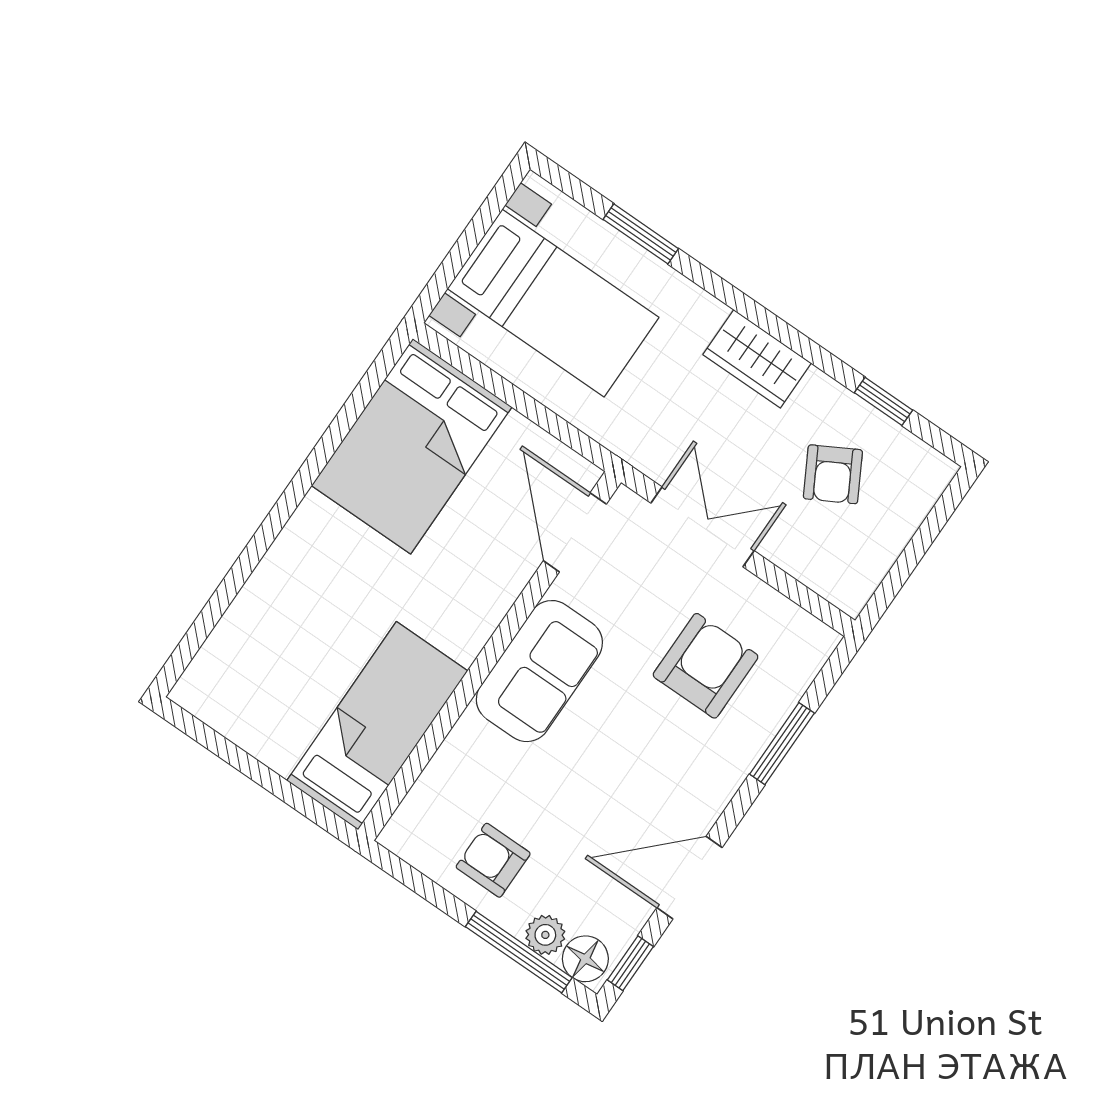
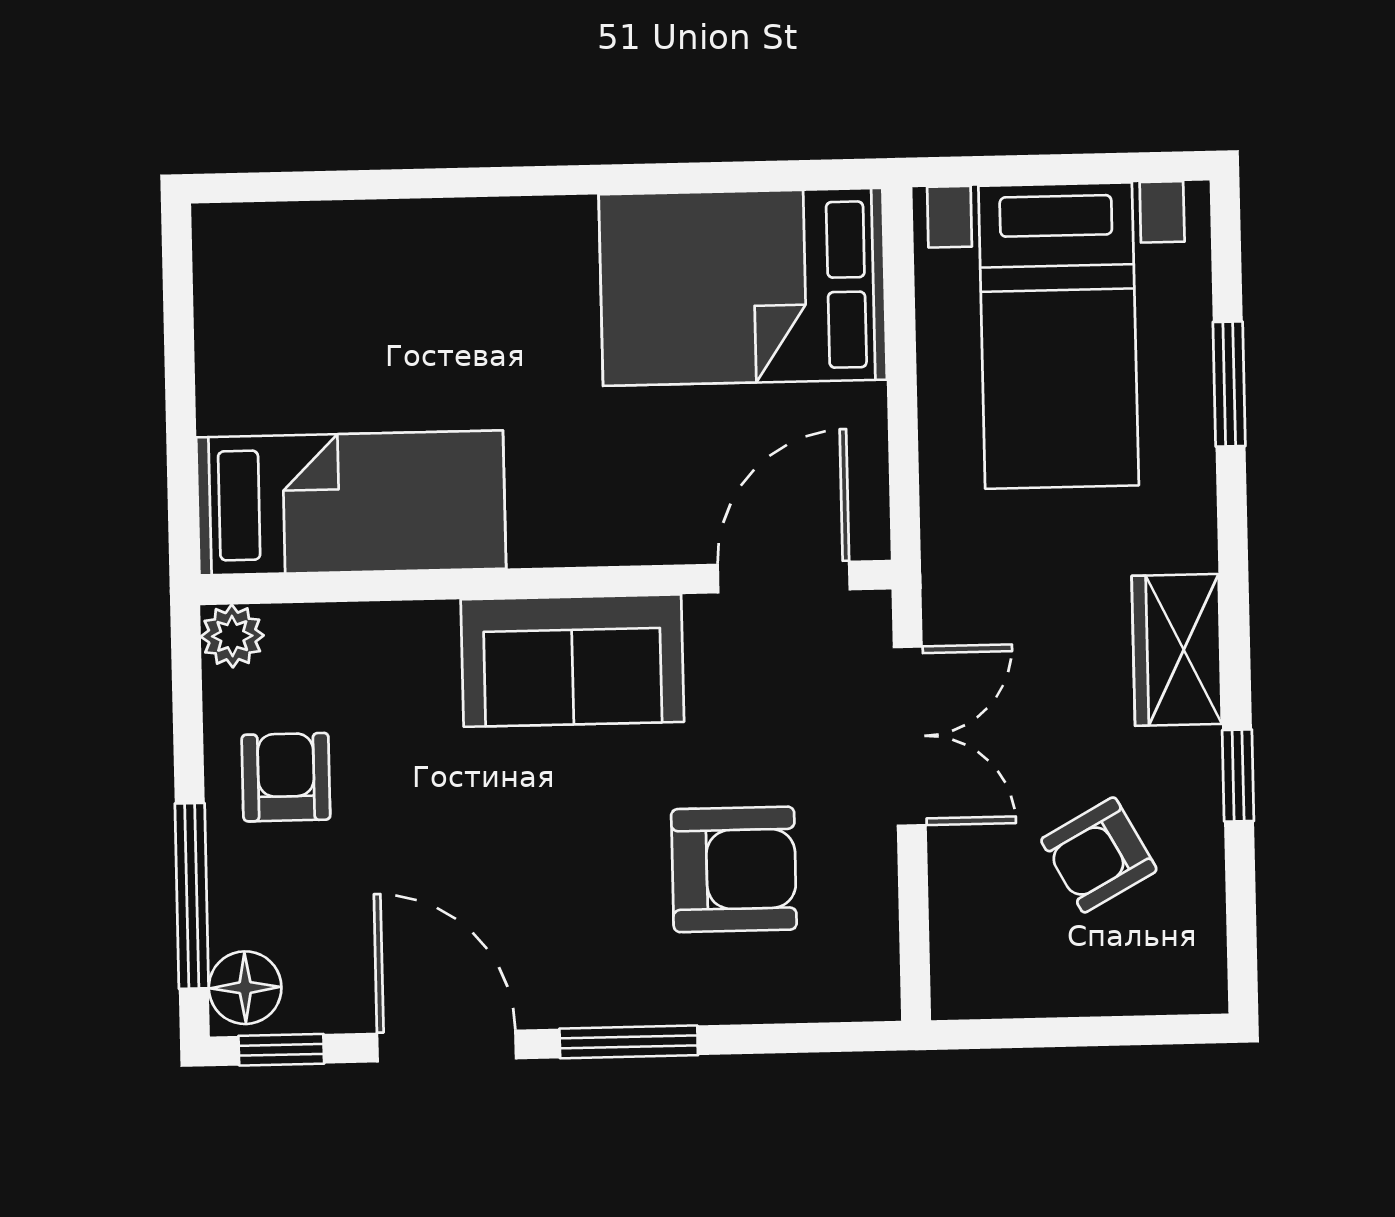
window: (884, 401) -> (1238, 776), moved
window: (782, 744) -> (629, 1042), moved
plant: (545, 935) -> (232, 636), moved

